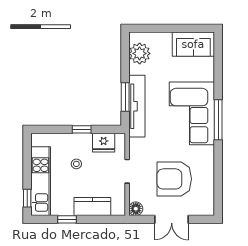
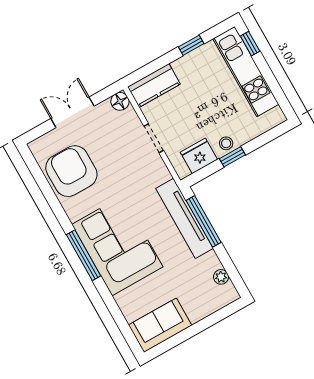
plant: (140, 53) -> (221, 277), width x0.53, depth x0.53
window: (125, 97) -> (204, 221), width x1.44
stool: (76, 164) -> (226, 143), moved
armchair: (174, 179) -> (71, 171), moved, turned -90
kitchen counter: (92, 206) -> (154, 85), moved

